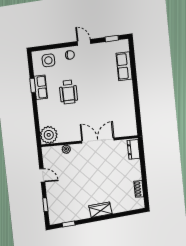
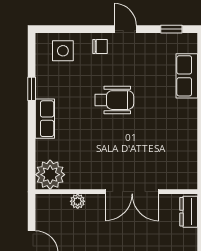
row of seats: (41, 87) -> (45, 119), moved
wheelchair: (68, 92) -> (114, 100), moved, turned -90
double door: (98, 140) -> (132, 192), swing flipped

